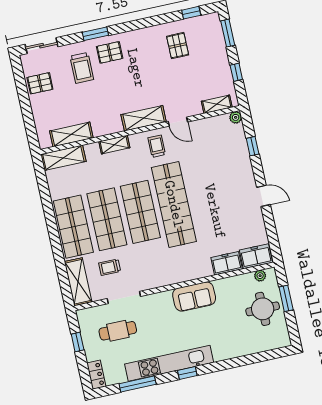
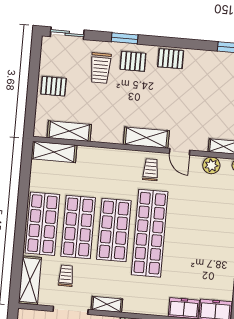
pallet: (178, 46) -> (171, 59), moved, turned 90
pallet: (40, 83) -> (54, 86), moved
plant: (211, 125) -> (211, 165), added
shelving: (114, 145) -> (107, 304), moved
trolley: (110, 267) -> (66, 276), turned 90

